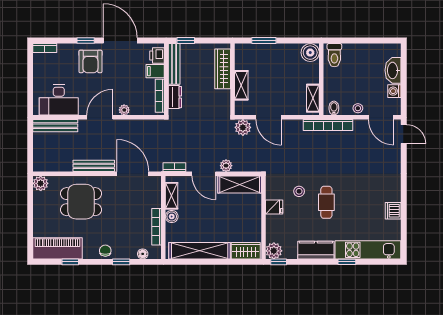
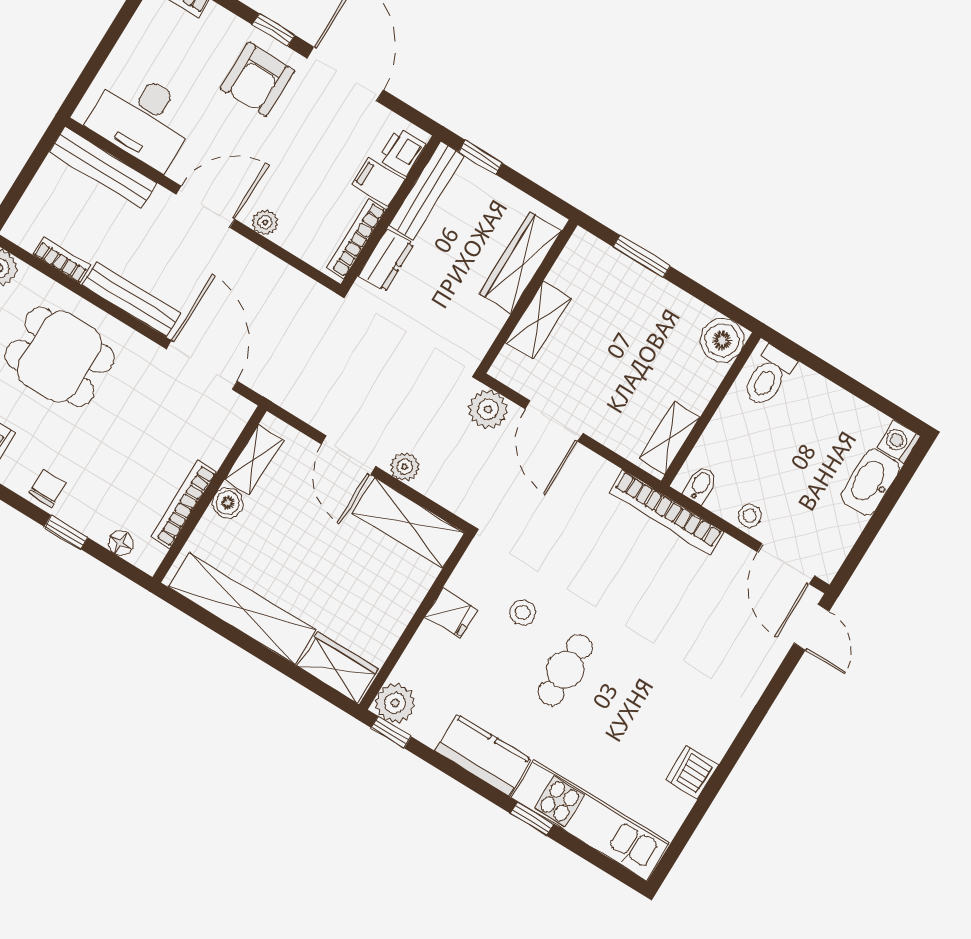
washing machine: (394, 91) -> (899, 441), moved
bookcase: (174, 167) -> (62, 260), moved

